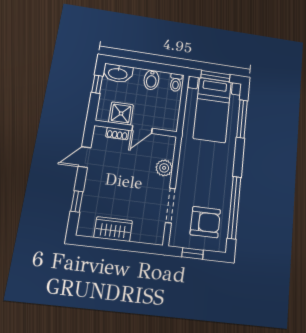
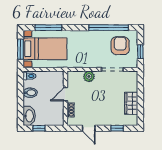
shower: (121, 113) -> (57, 110), removed
door: (142, 129) -> (65, 94), swing flipped

